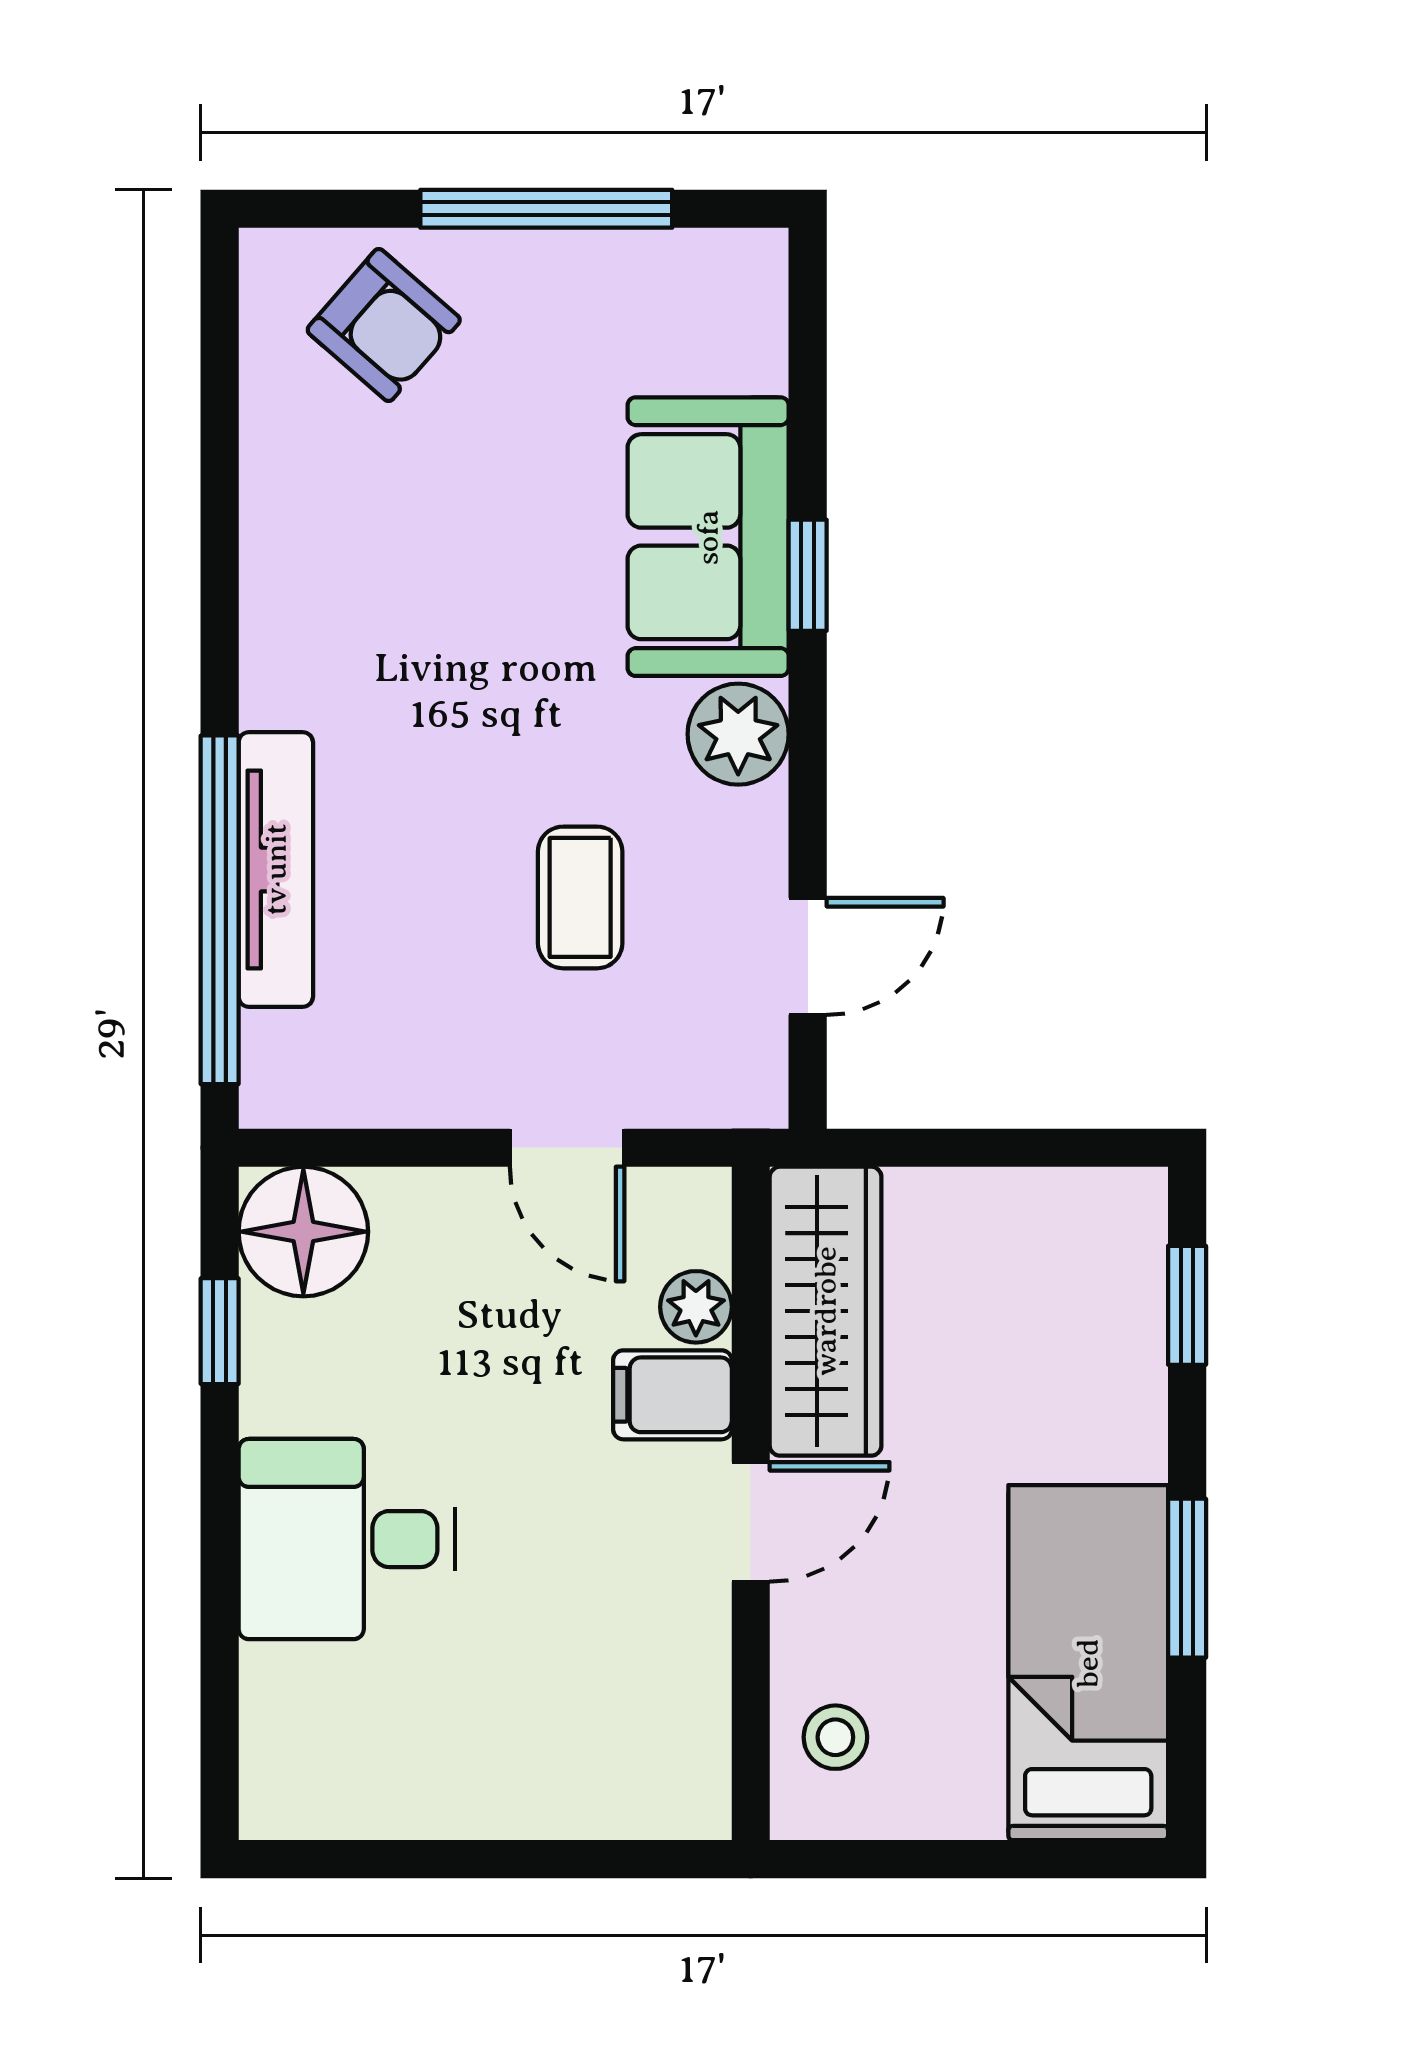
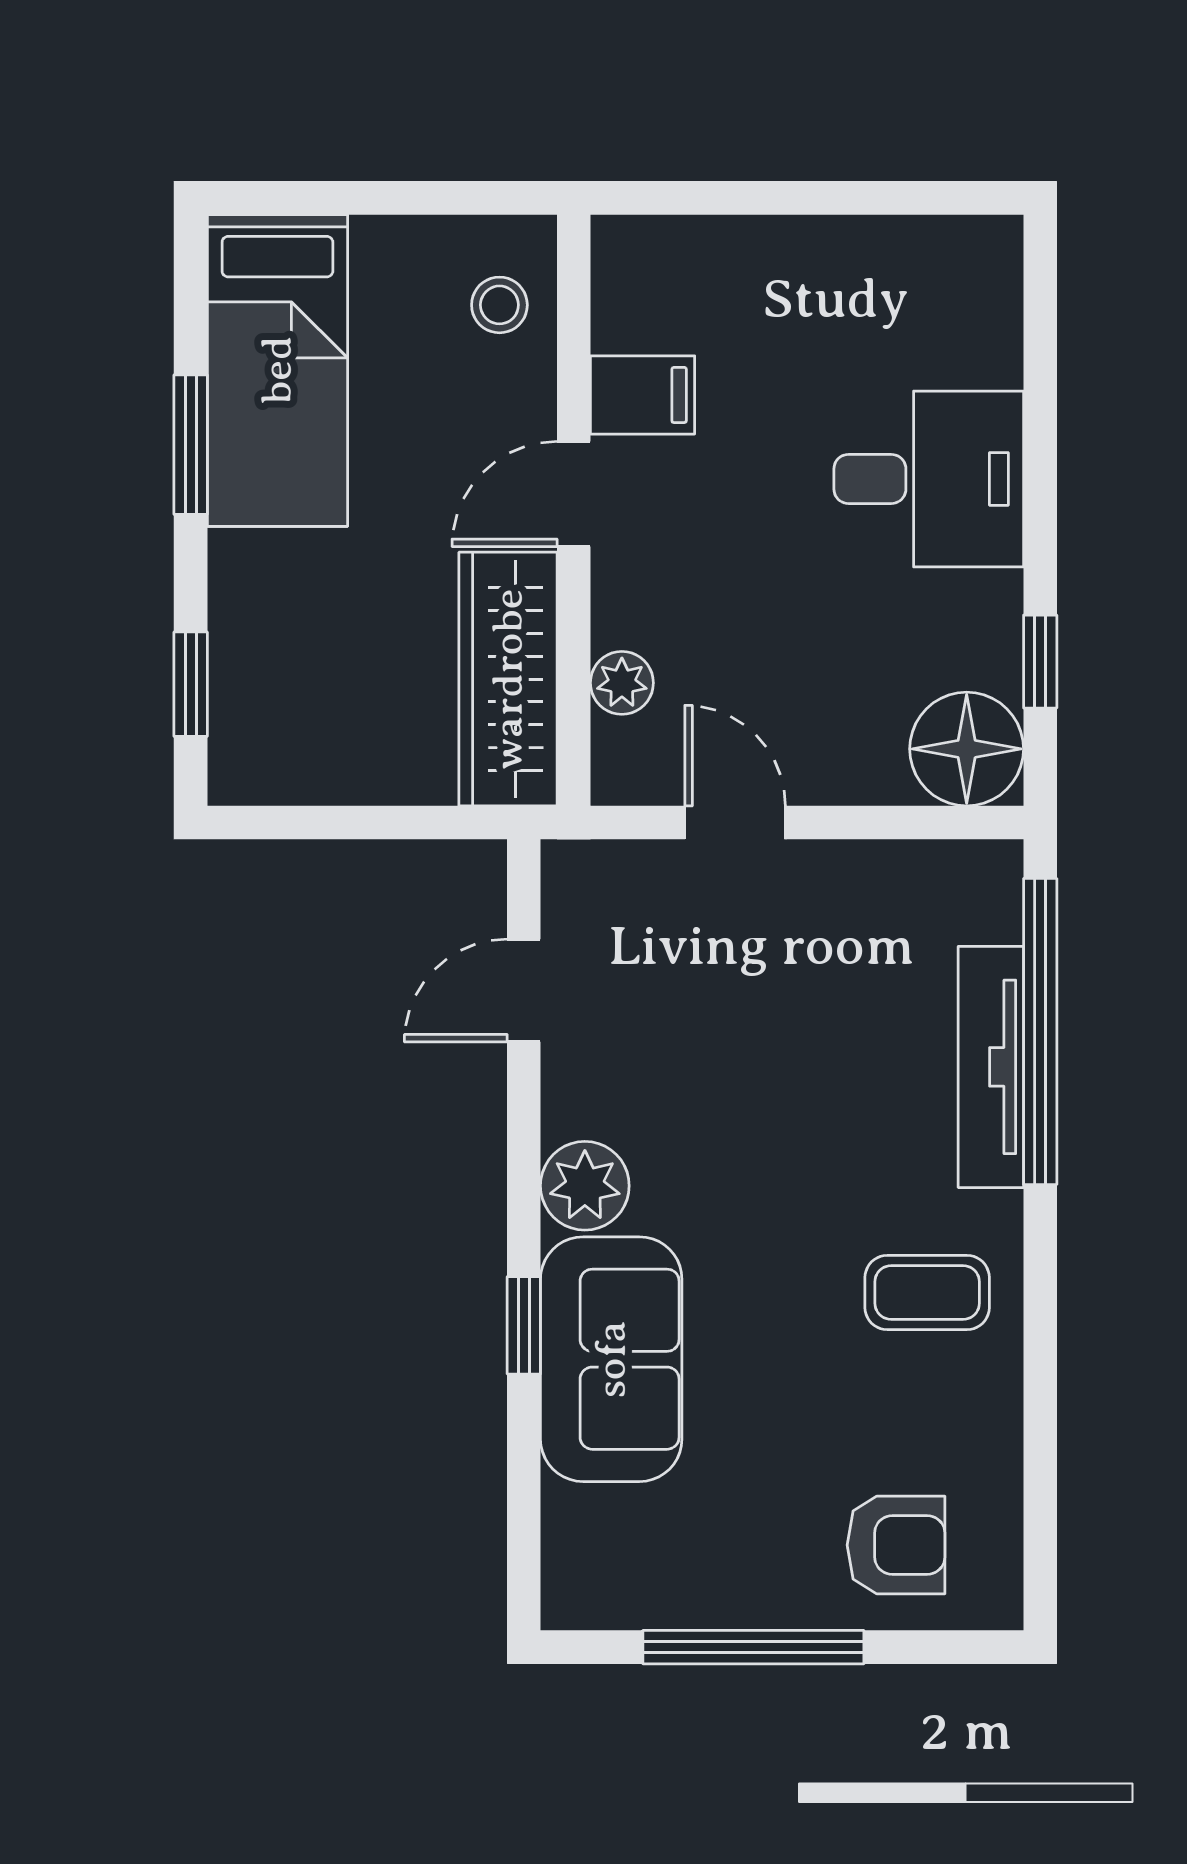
armchair: (384, 325) -> (896, 1545), turned 139
coffee table: (580, 897) -> (927, 1293), moved, turned 90
filing cabinet: (672, 1395) -> (643, 395), moved

